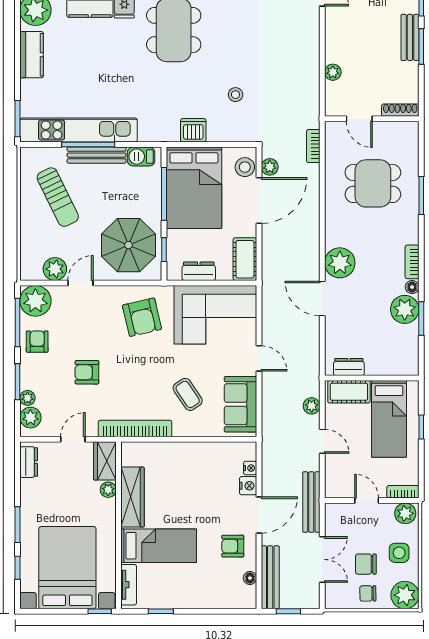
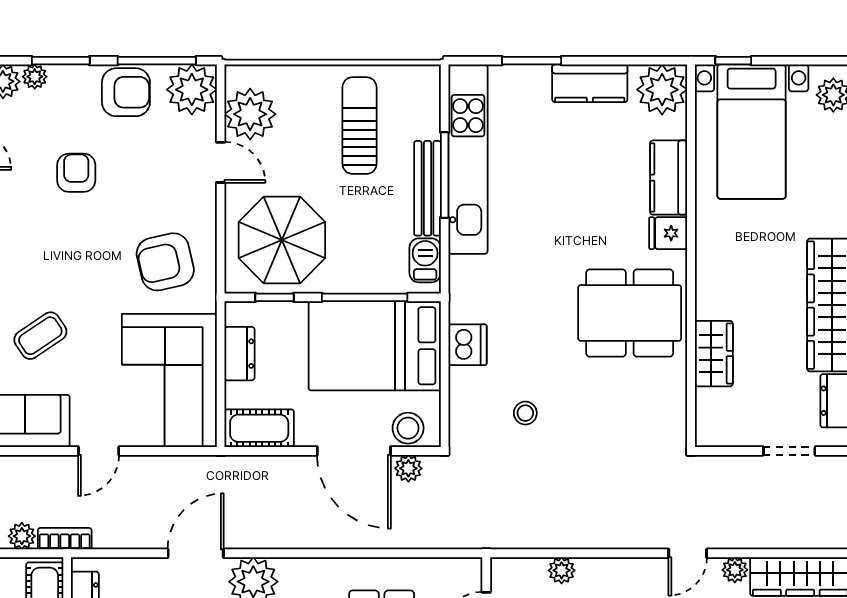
window: (18, 119) -> (532, 61), moved
bookcase: (313, 146) -> (65, 539), moved
sun lounger: (58, 197) -> (360, 126), turned 116
plant: (55, 269) -> (250, 114), width x1.36, depth x1.36
armchair: (37, 342) -> (126, 92), width x1.38, depth x1.38

